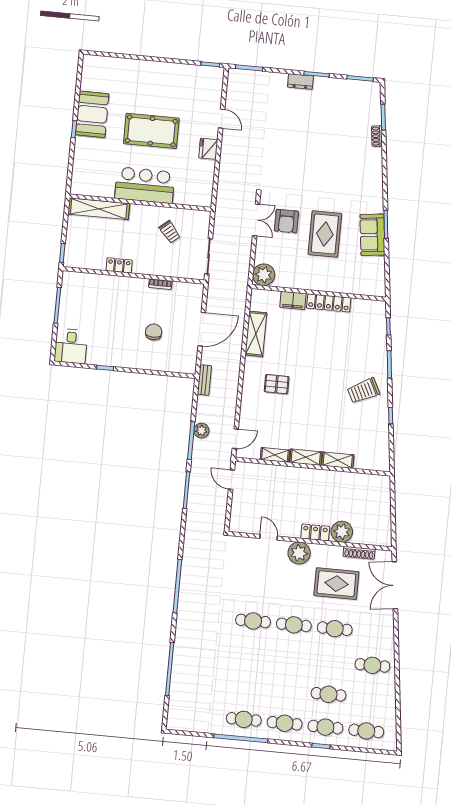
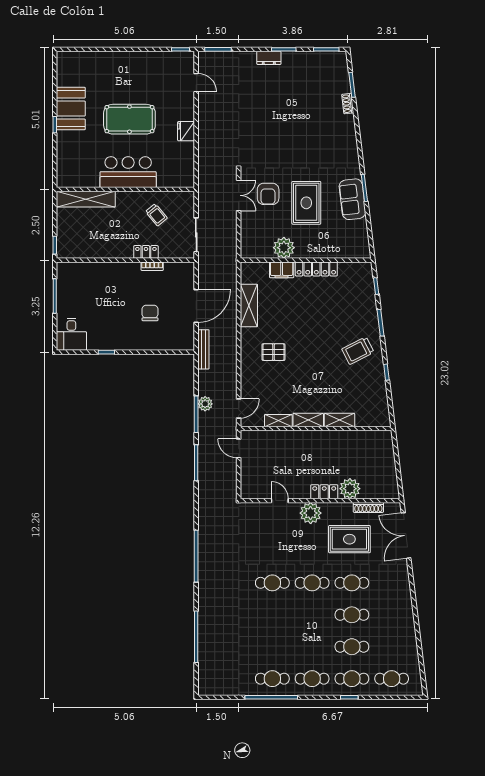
door: (222, 119) -> (196, 83), moved
locker: (119, 265) -> (146, 252), moved
plant: (264, 275) -> (284, 248), moved
bench: (204, 380) -> (203, 349), width x1.36
cafe table: (372, 665) -> (352, 615), moved

